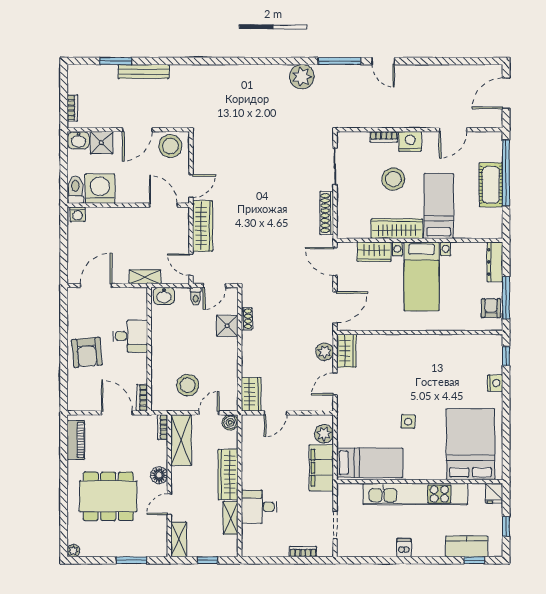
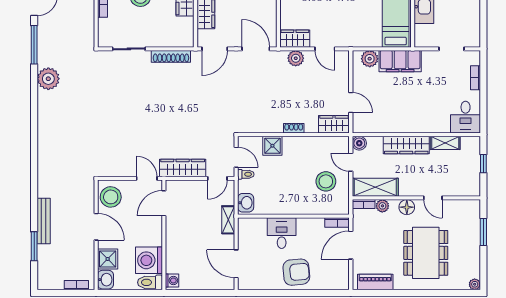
shoe rack: (247, 319) -> (294, 128), moved
plant: (160, 448) -> (382, 206), added
desk: (259, 507) -> (466, 117), moved
shelving: (179, 539) -> (465, 189), removed

